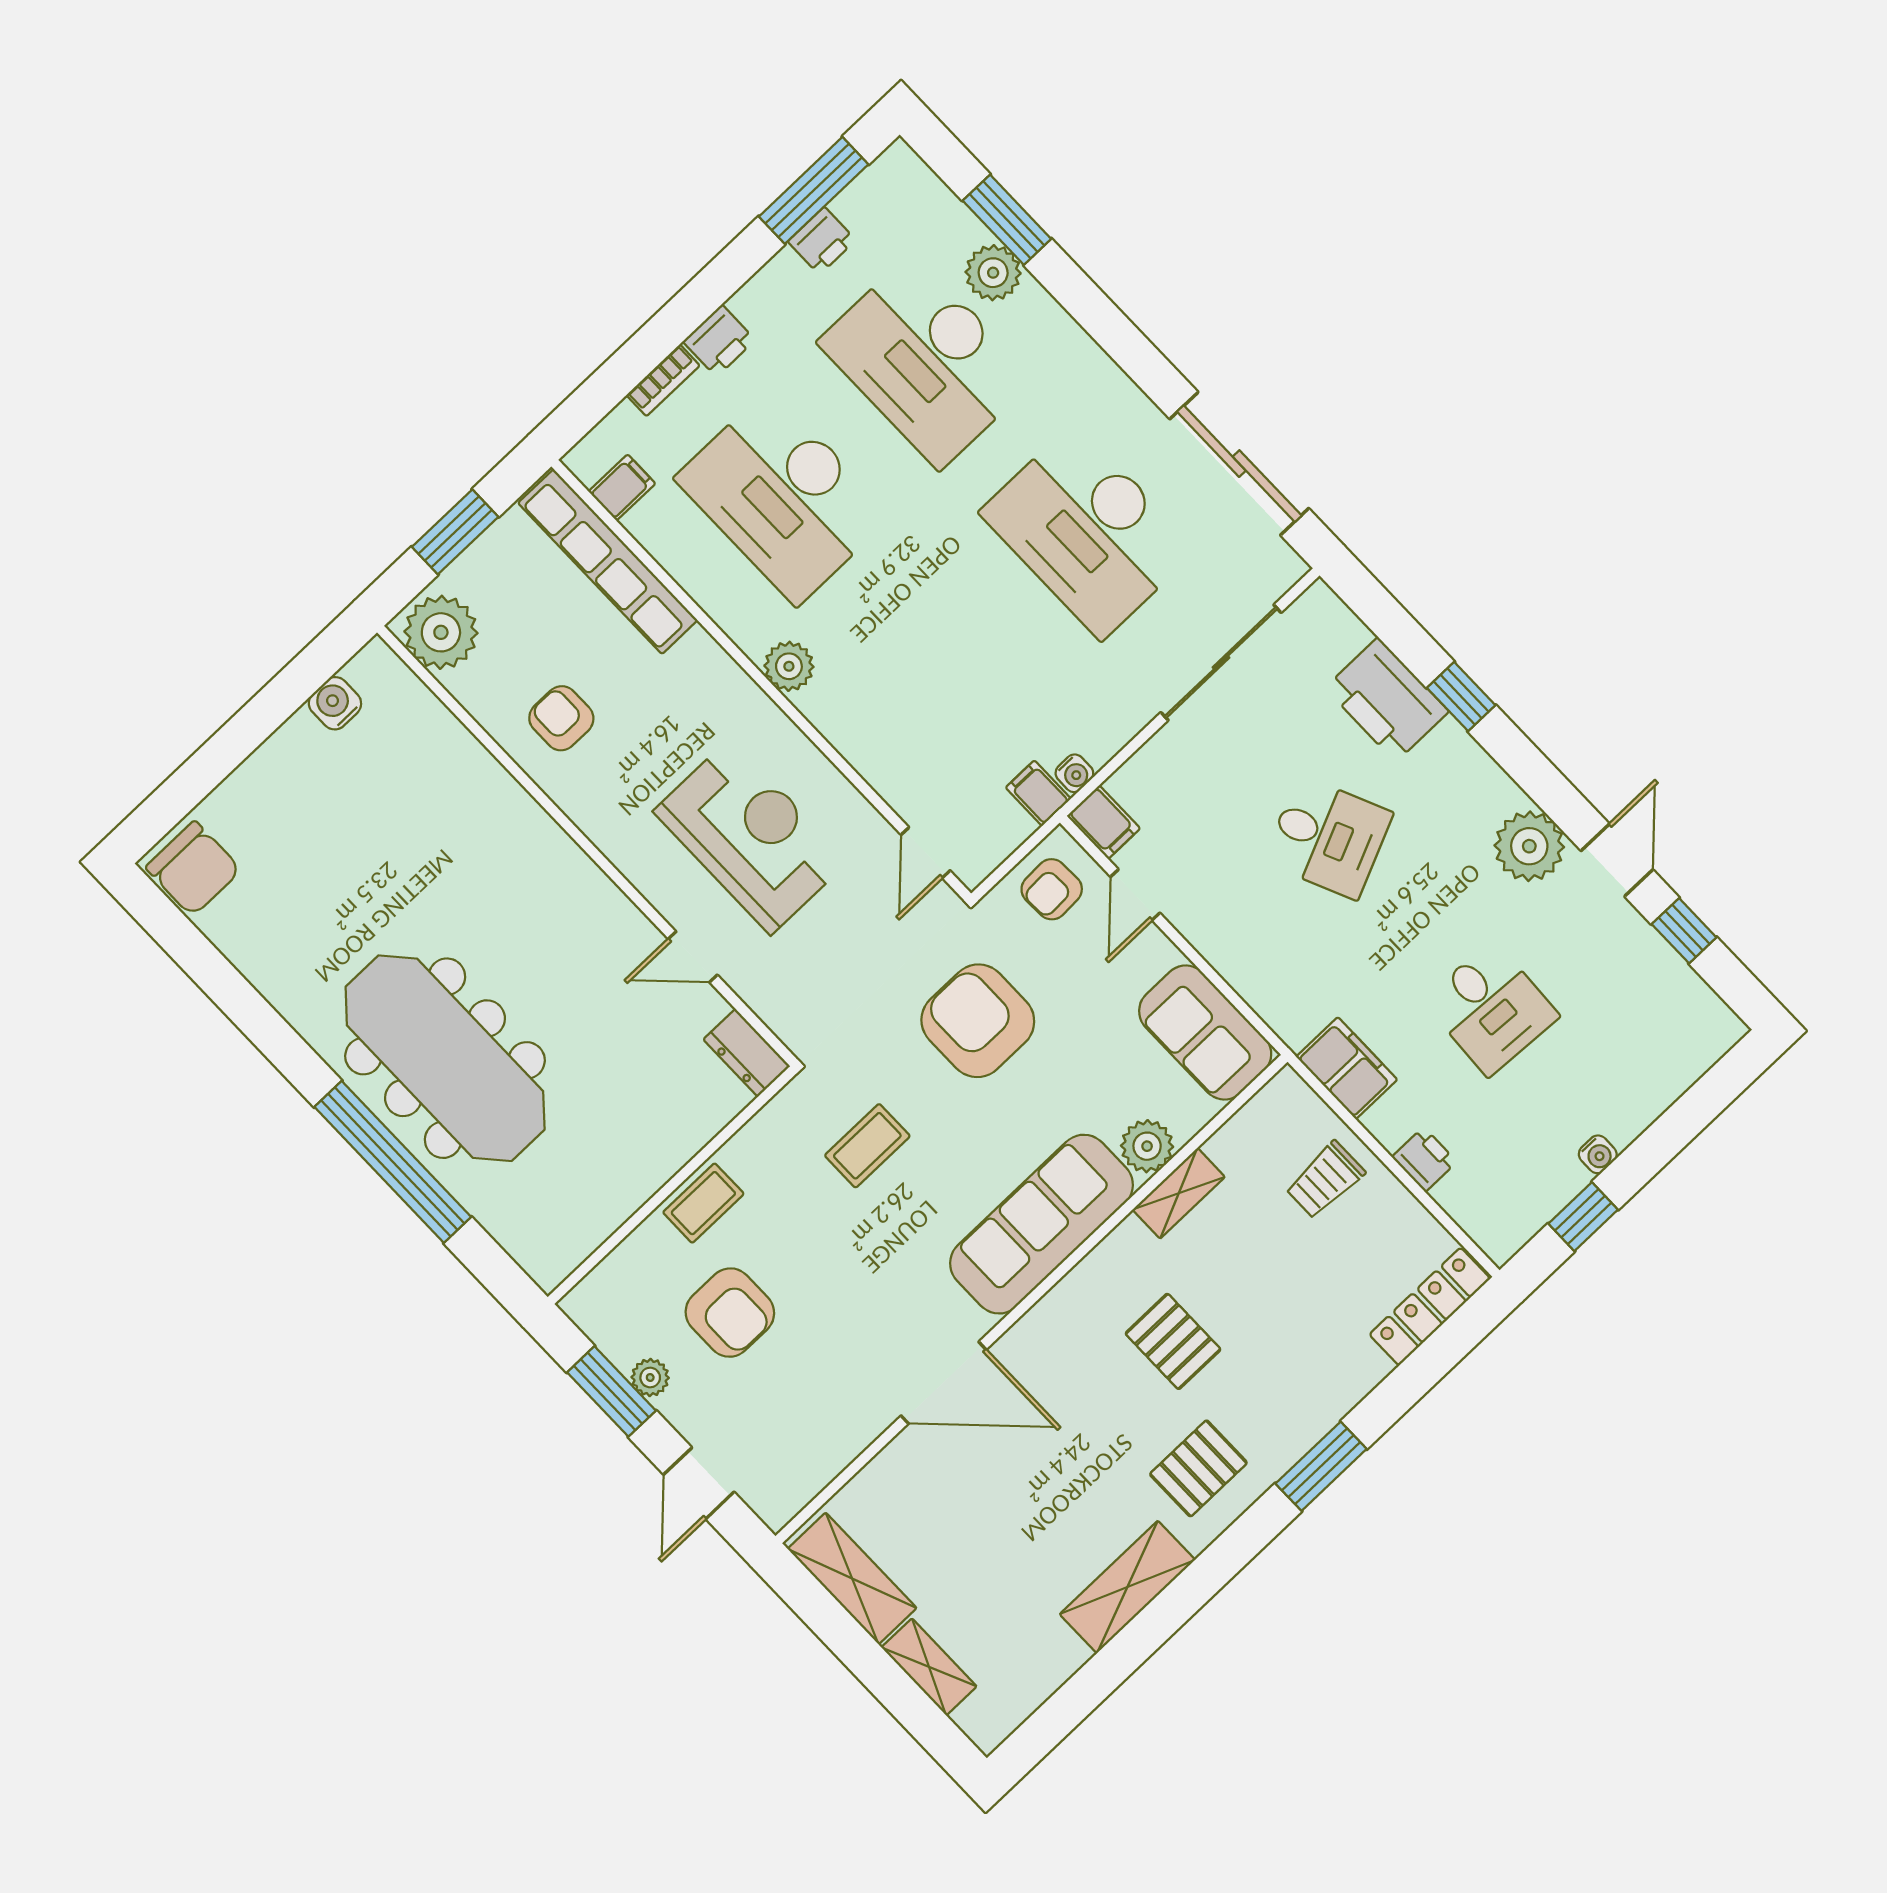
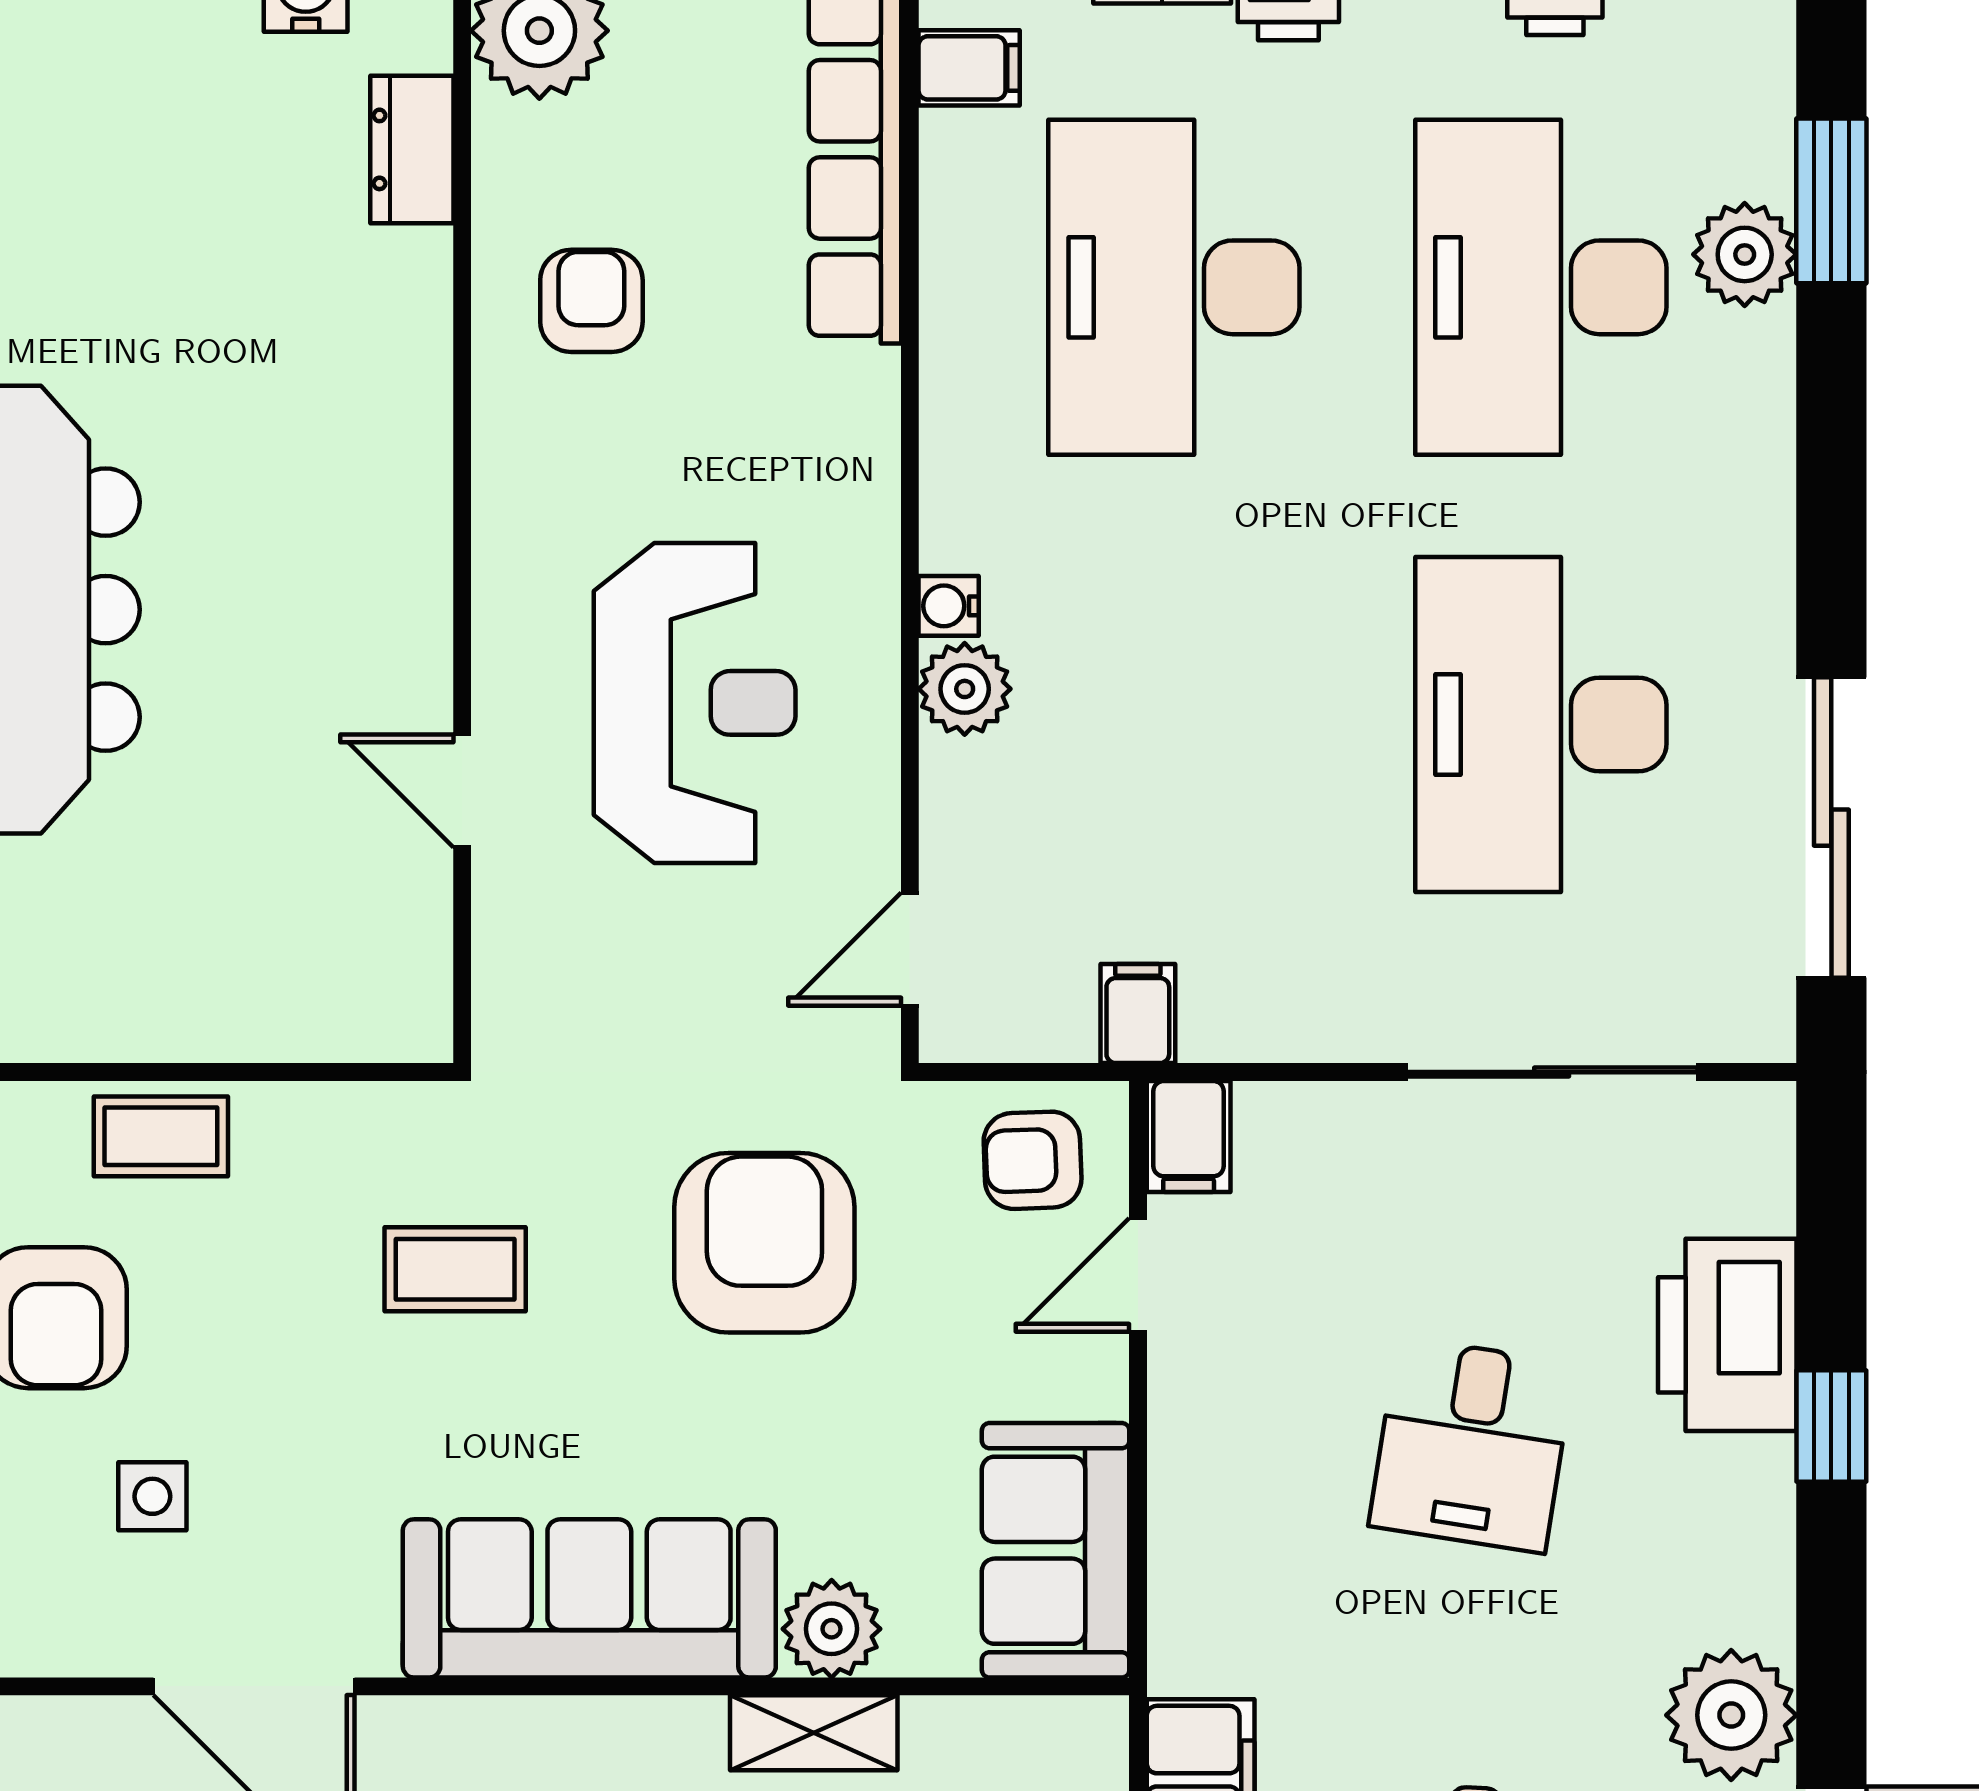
plant: (789, 666) -> (965, 689), moved
water cooler: (1074, 773) -> (949, 606), moved, turned 90
desk: (1328, 837) -> (1472, 1445), turned 33
dresser: (747, 1053) -> (412, 149), moved
side table: (834, 1346) -> (152, 1496), added

